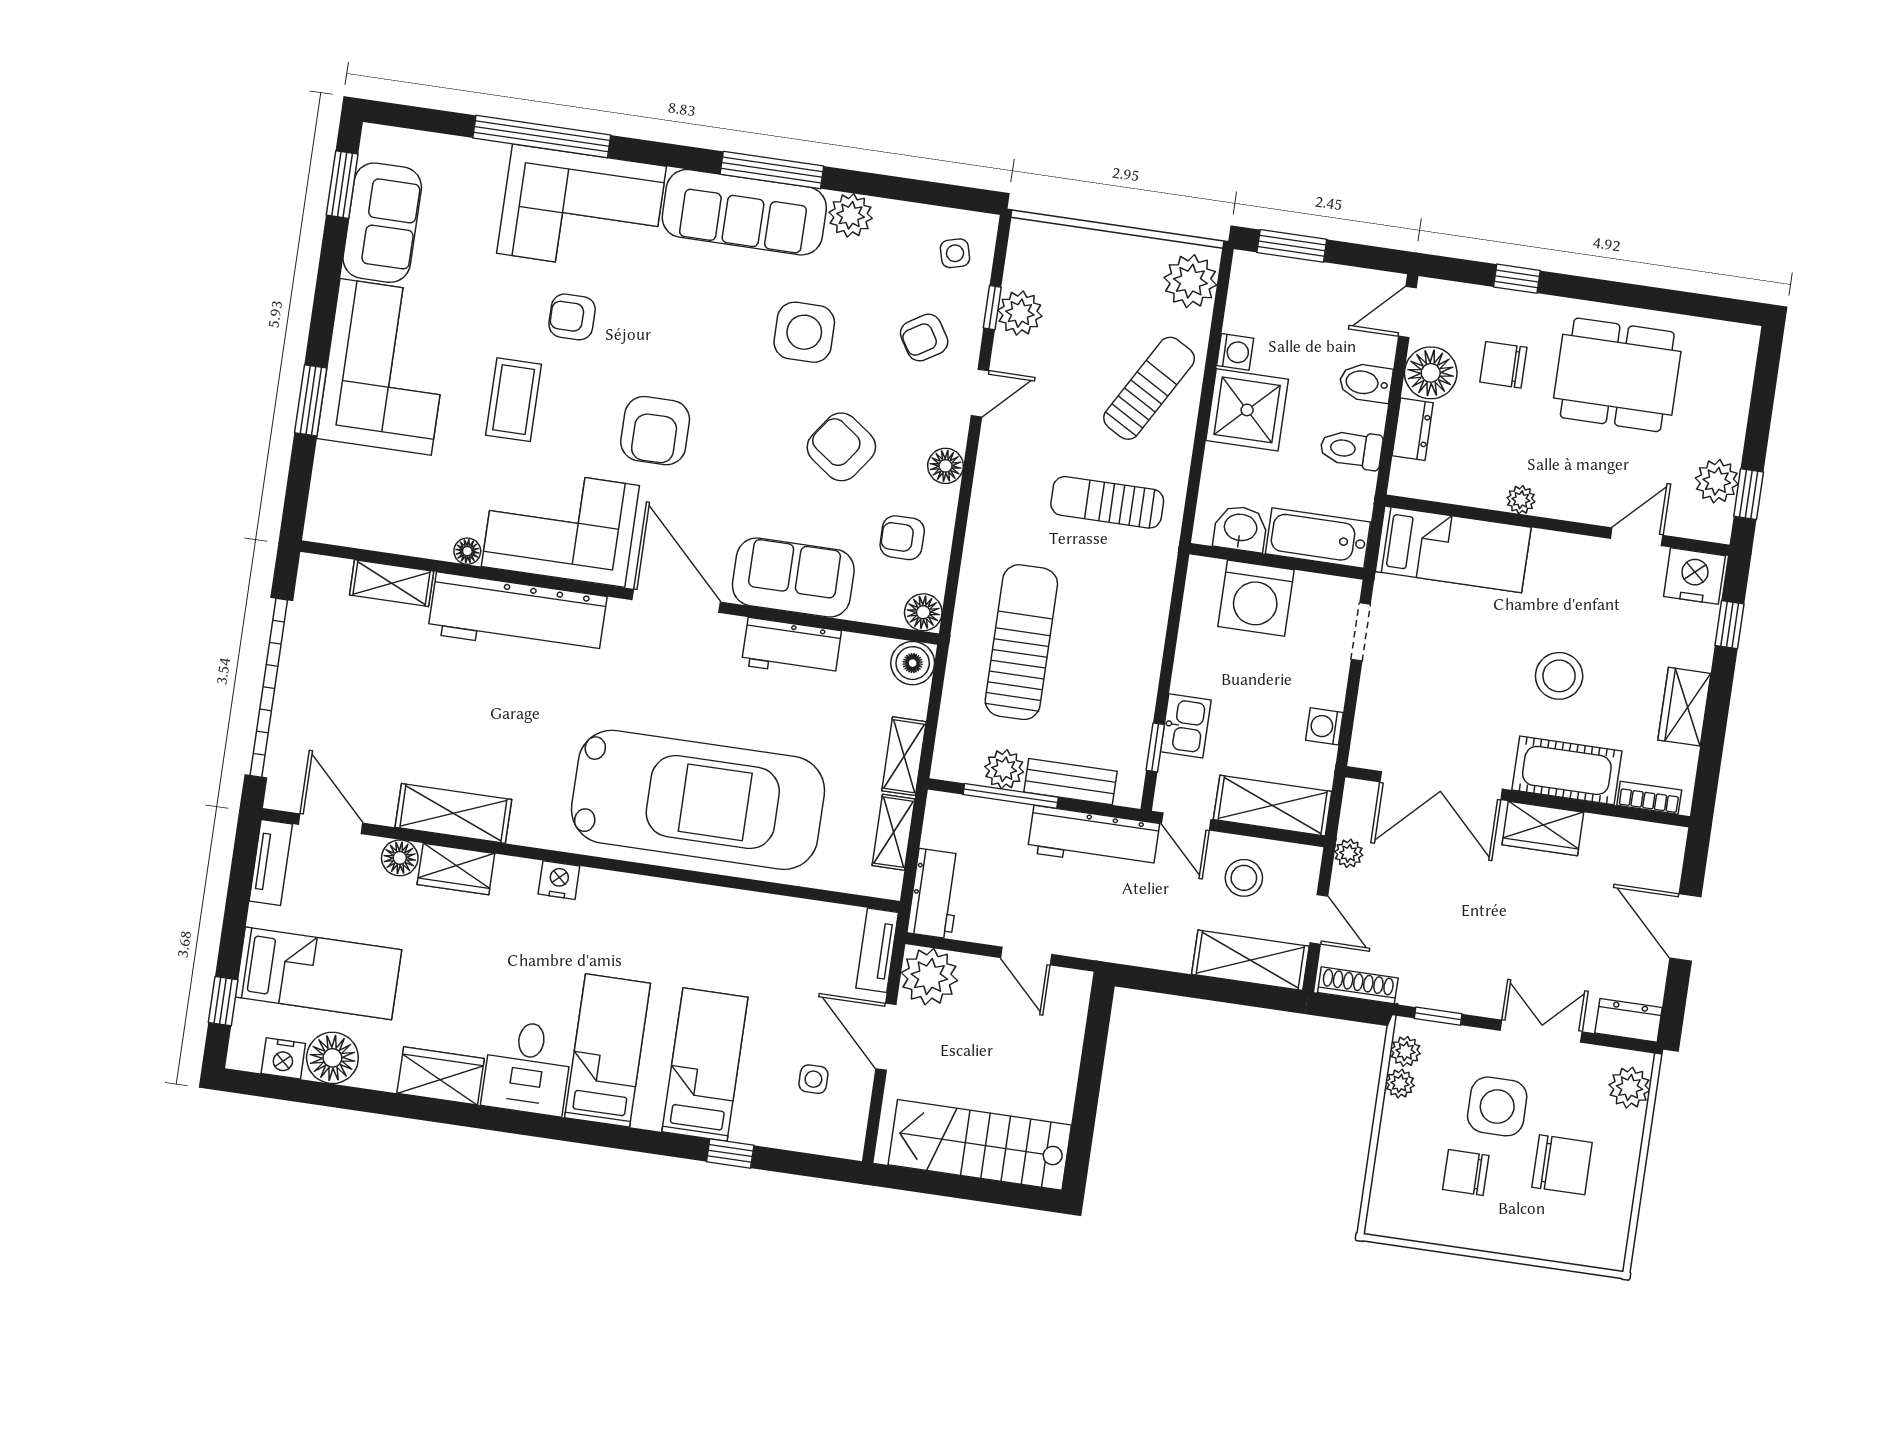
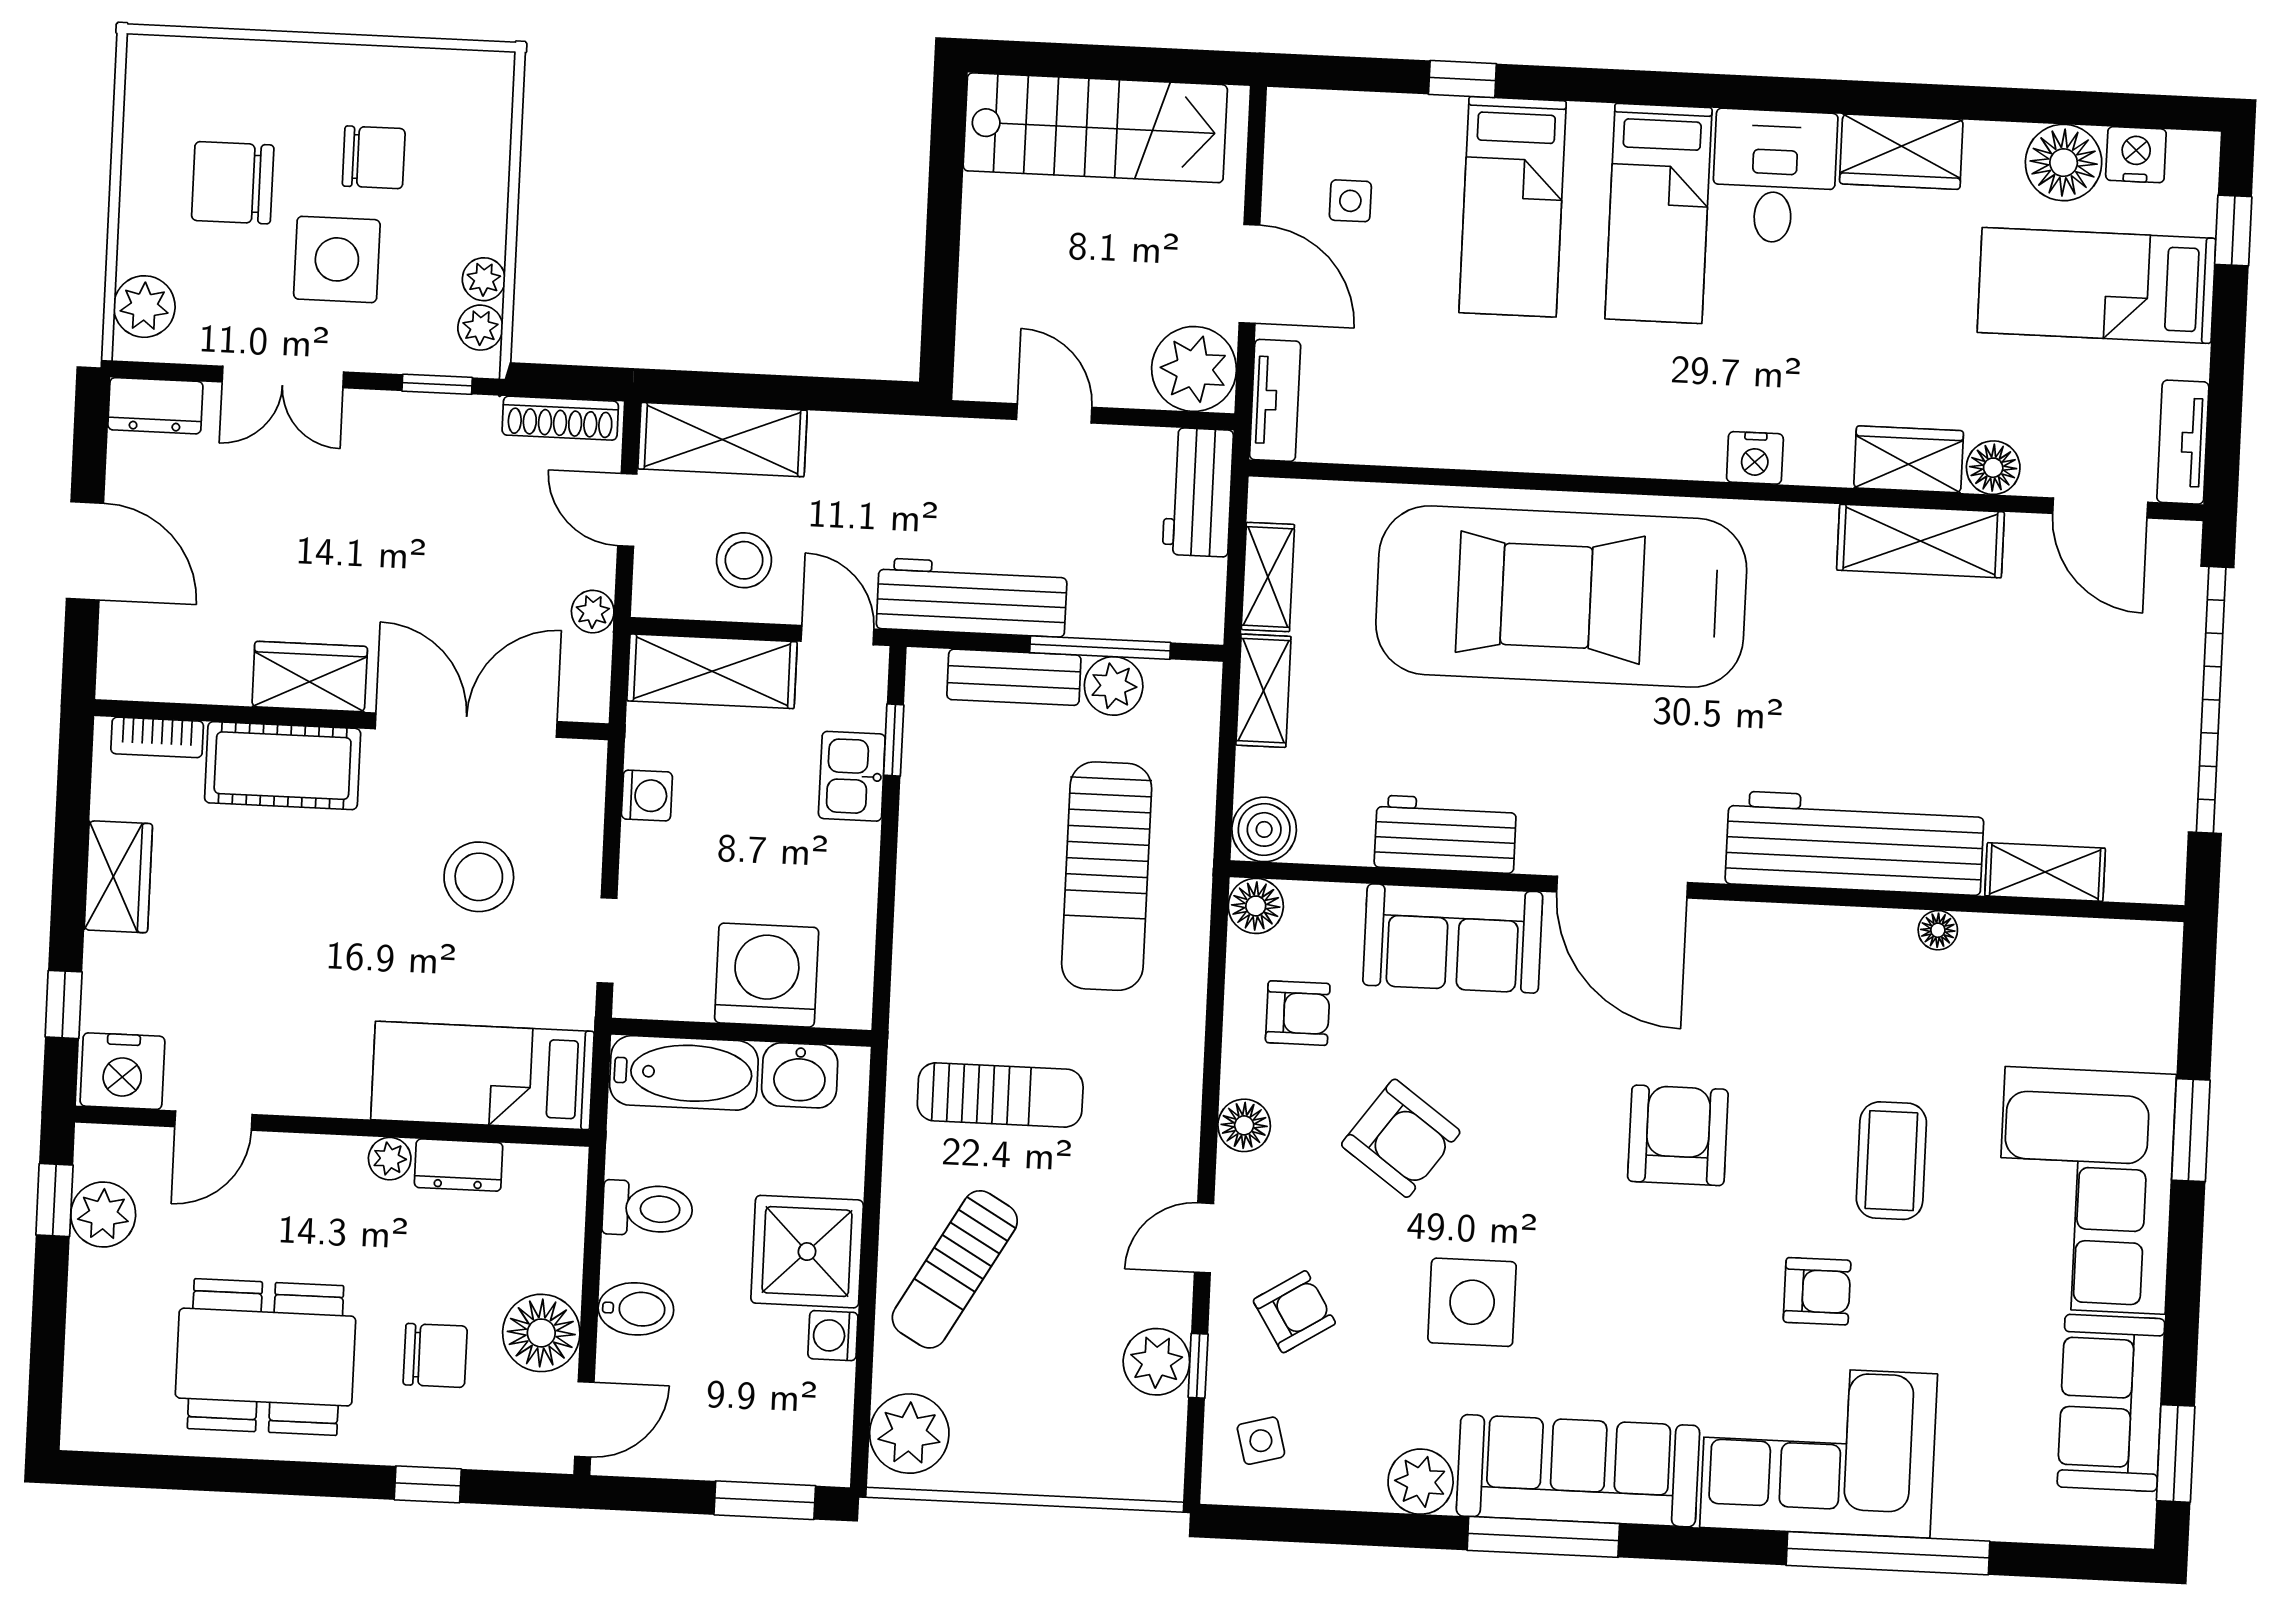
dresser: (1413, 429) -> (459, 1165), moved, turned -90
corner sofa: (560, 526) -> (1804, 981), removed
stool: (1559, 676) -> (479, 877), moved

